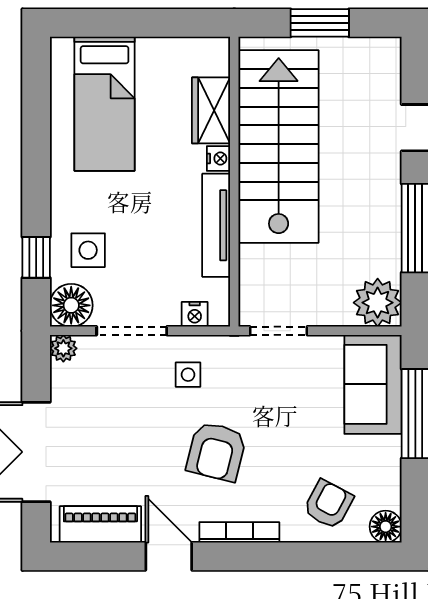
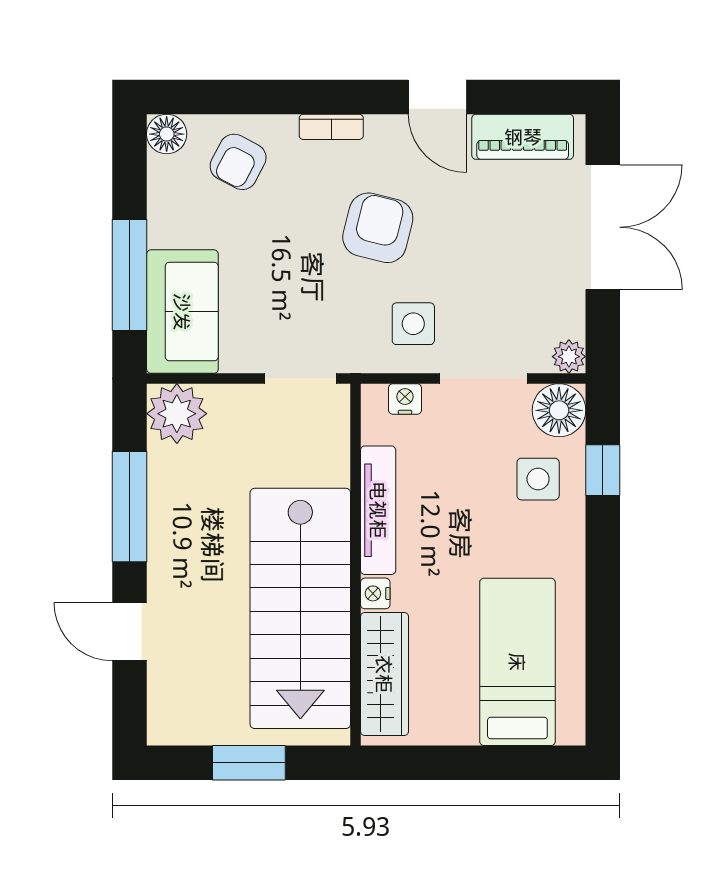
wardrobe: (211, 110) -> (384, 674), width x1.50
side table: (188, 375) -> (413, 324), width x1.37, depth x1.37
bookcase: (239, 532) -> (331, 127), width x0.64

